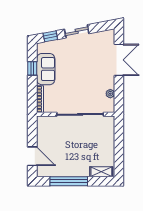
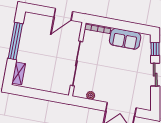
window: (32, 68) -> (128, 26), removed
door: (32, 156) -> (63, 14), moved

